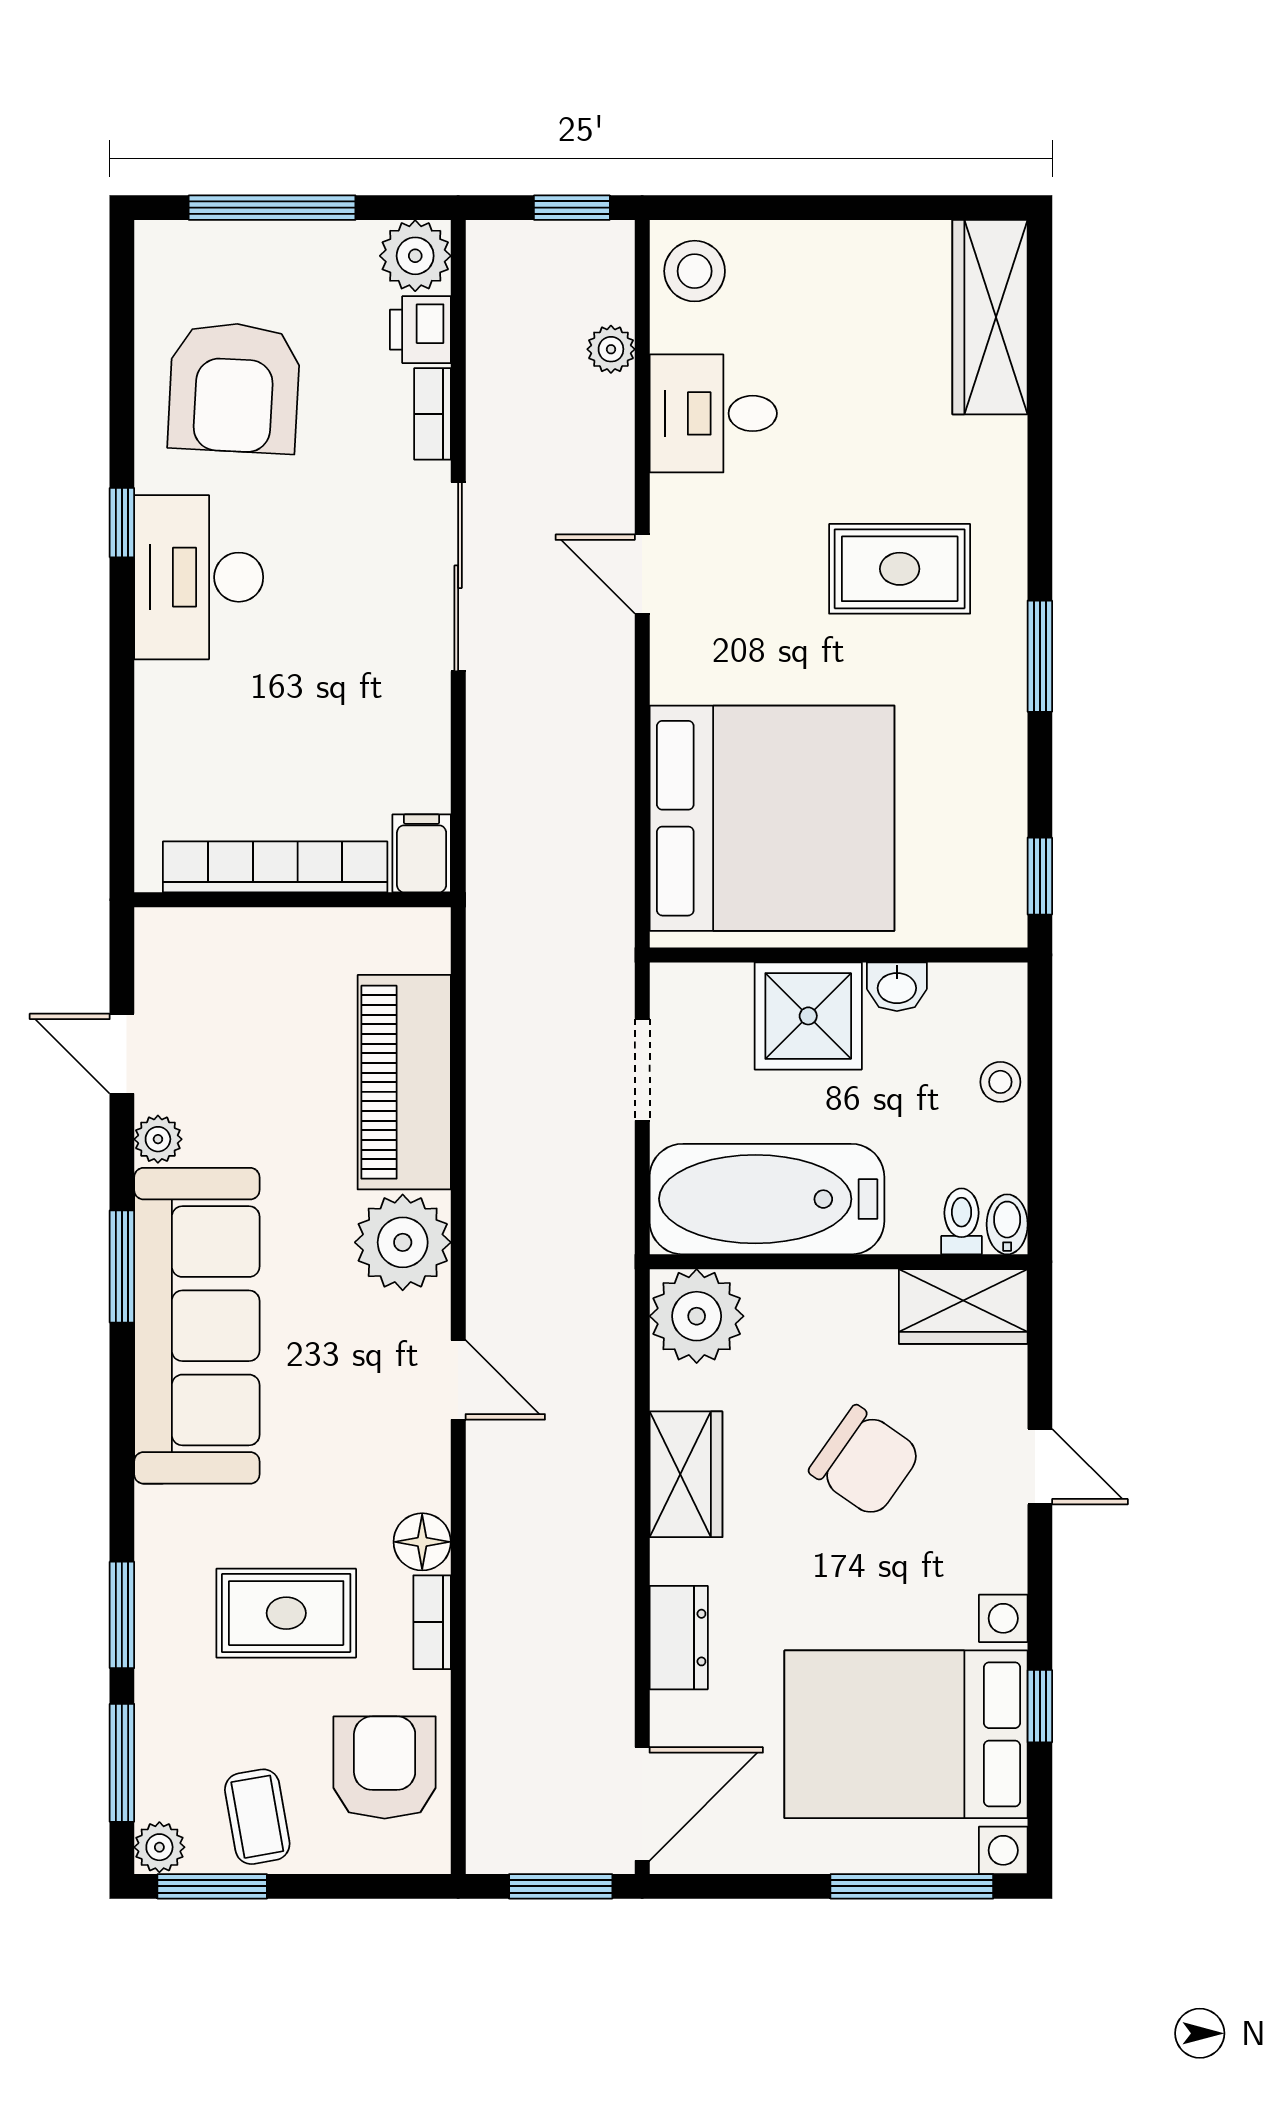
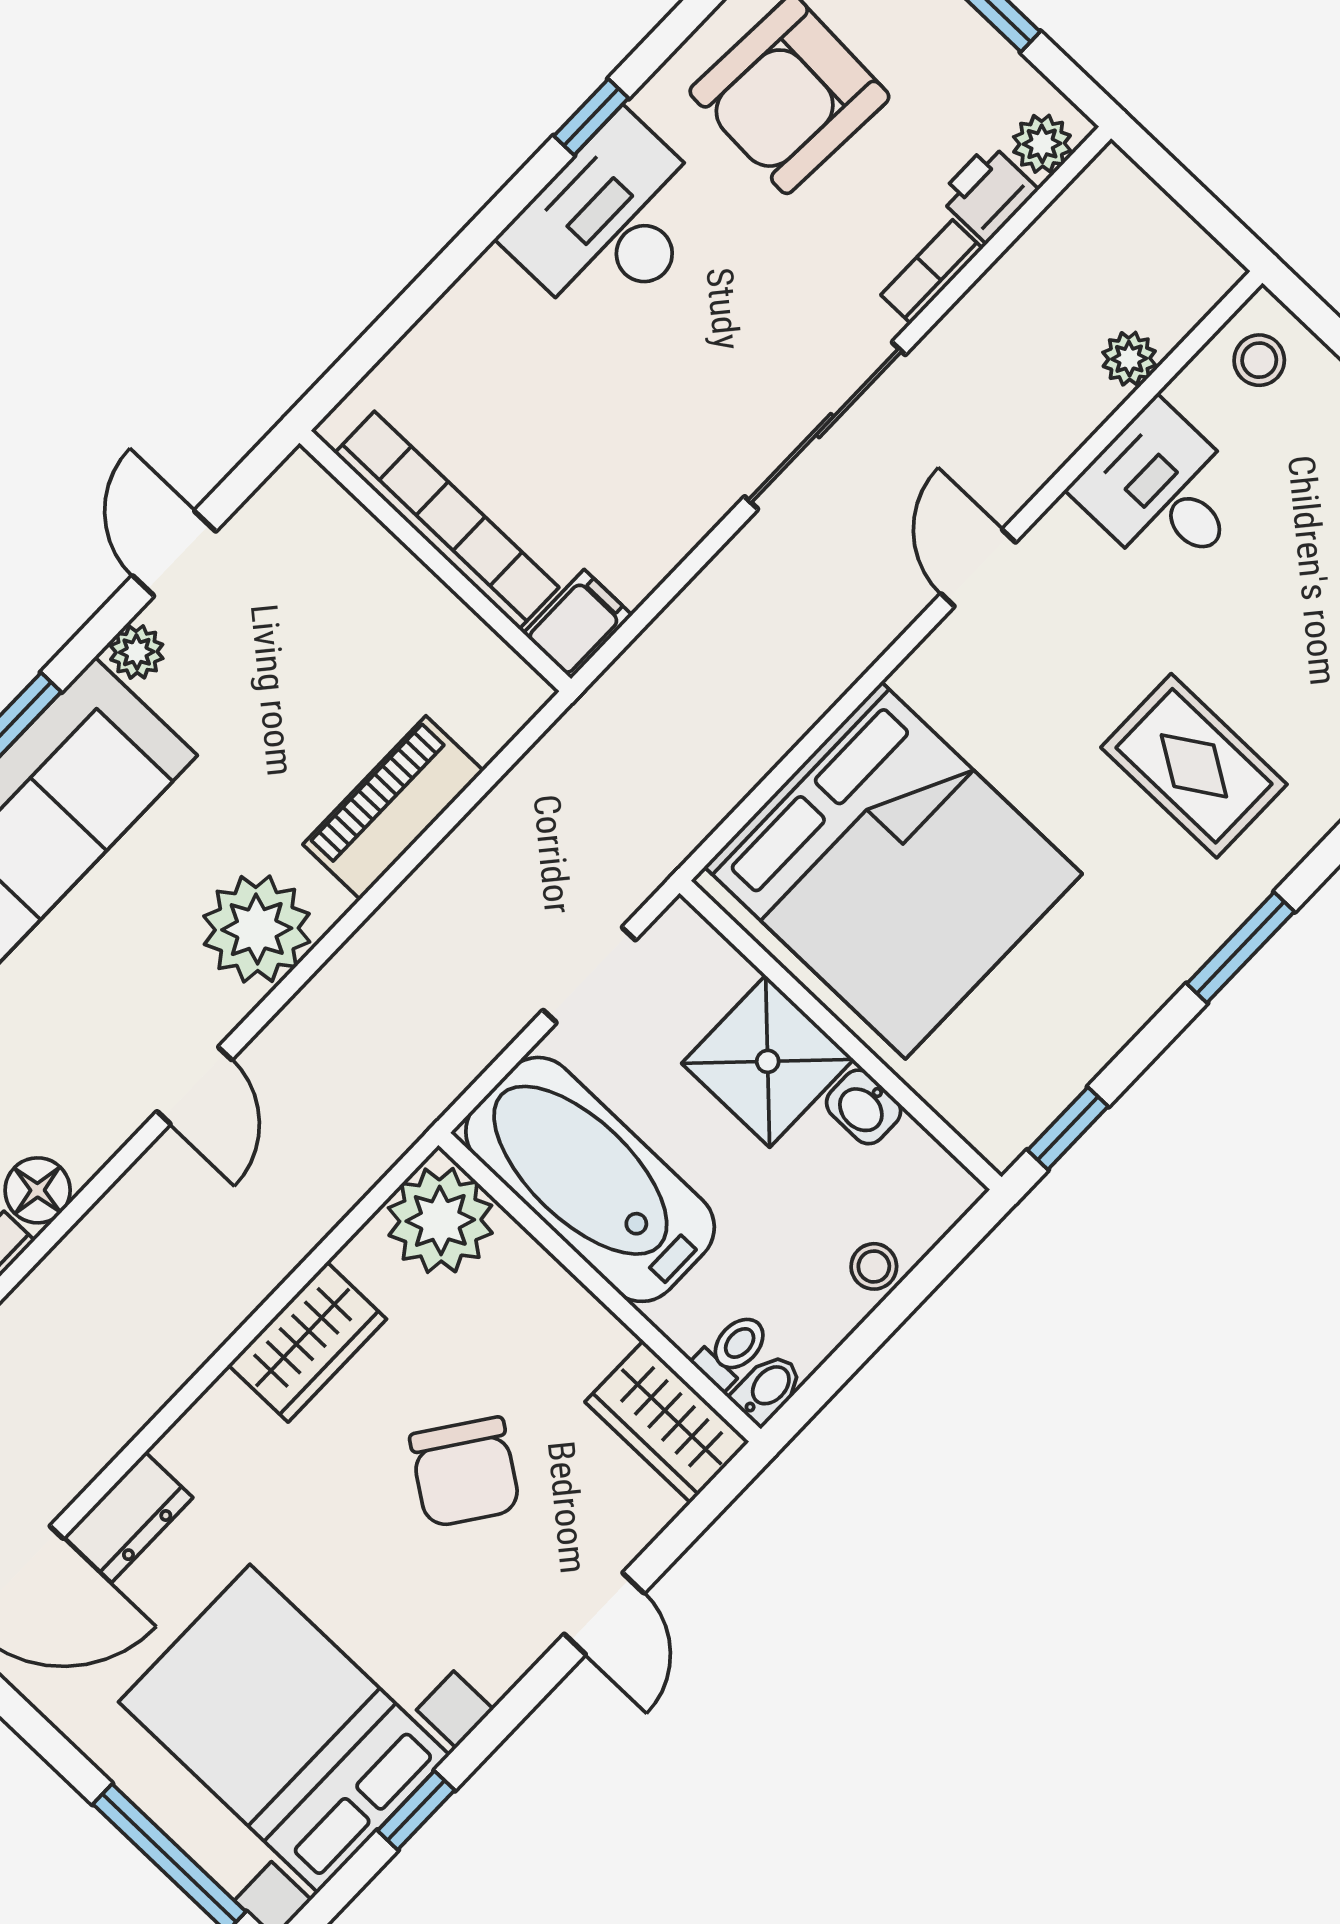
window: (572, 208) -> (1208, 212), removed
plant: (415, 256) -> (1042, 144), width x0.73, depth x0.73
stool: (695, 271) -> (1259, 360), width x0.73, depth x0.73
piano: (404, 1082) -> (393, 808), width x0.73, depth x0.75
dresser: (679, 1638) -> (128, 1517), moved

